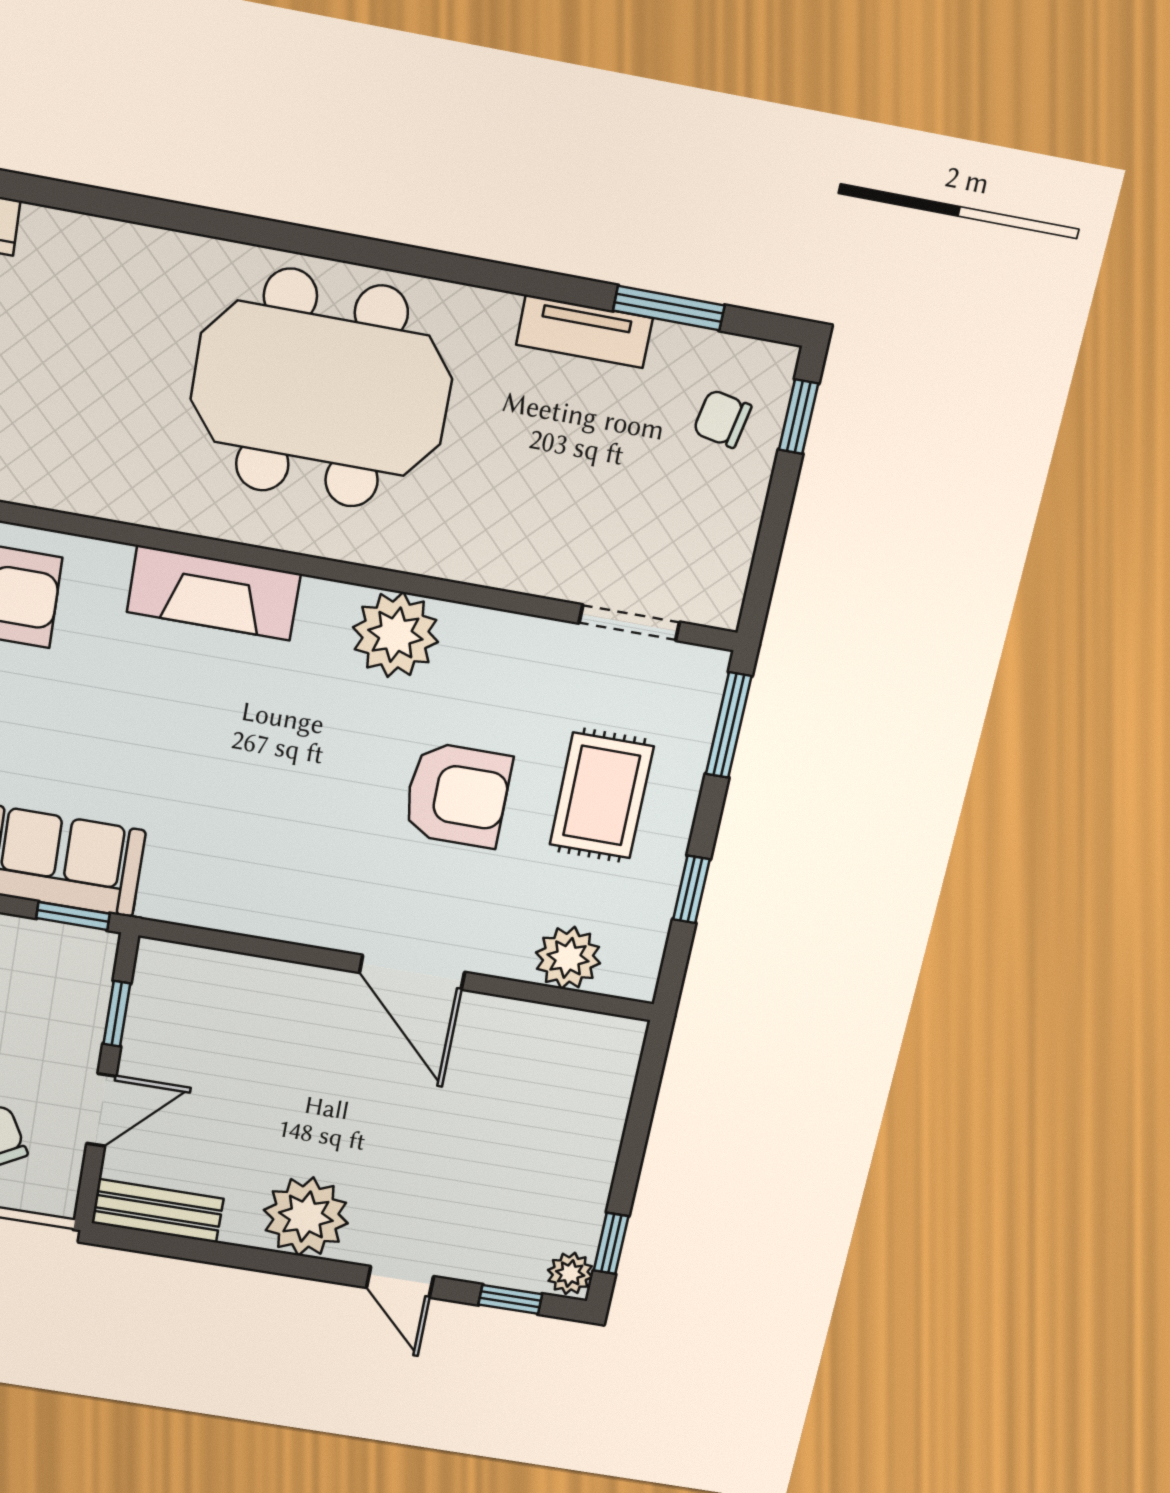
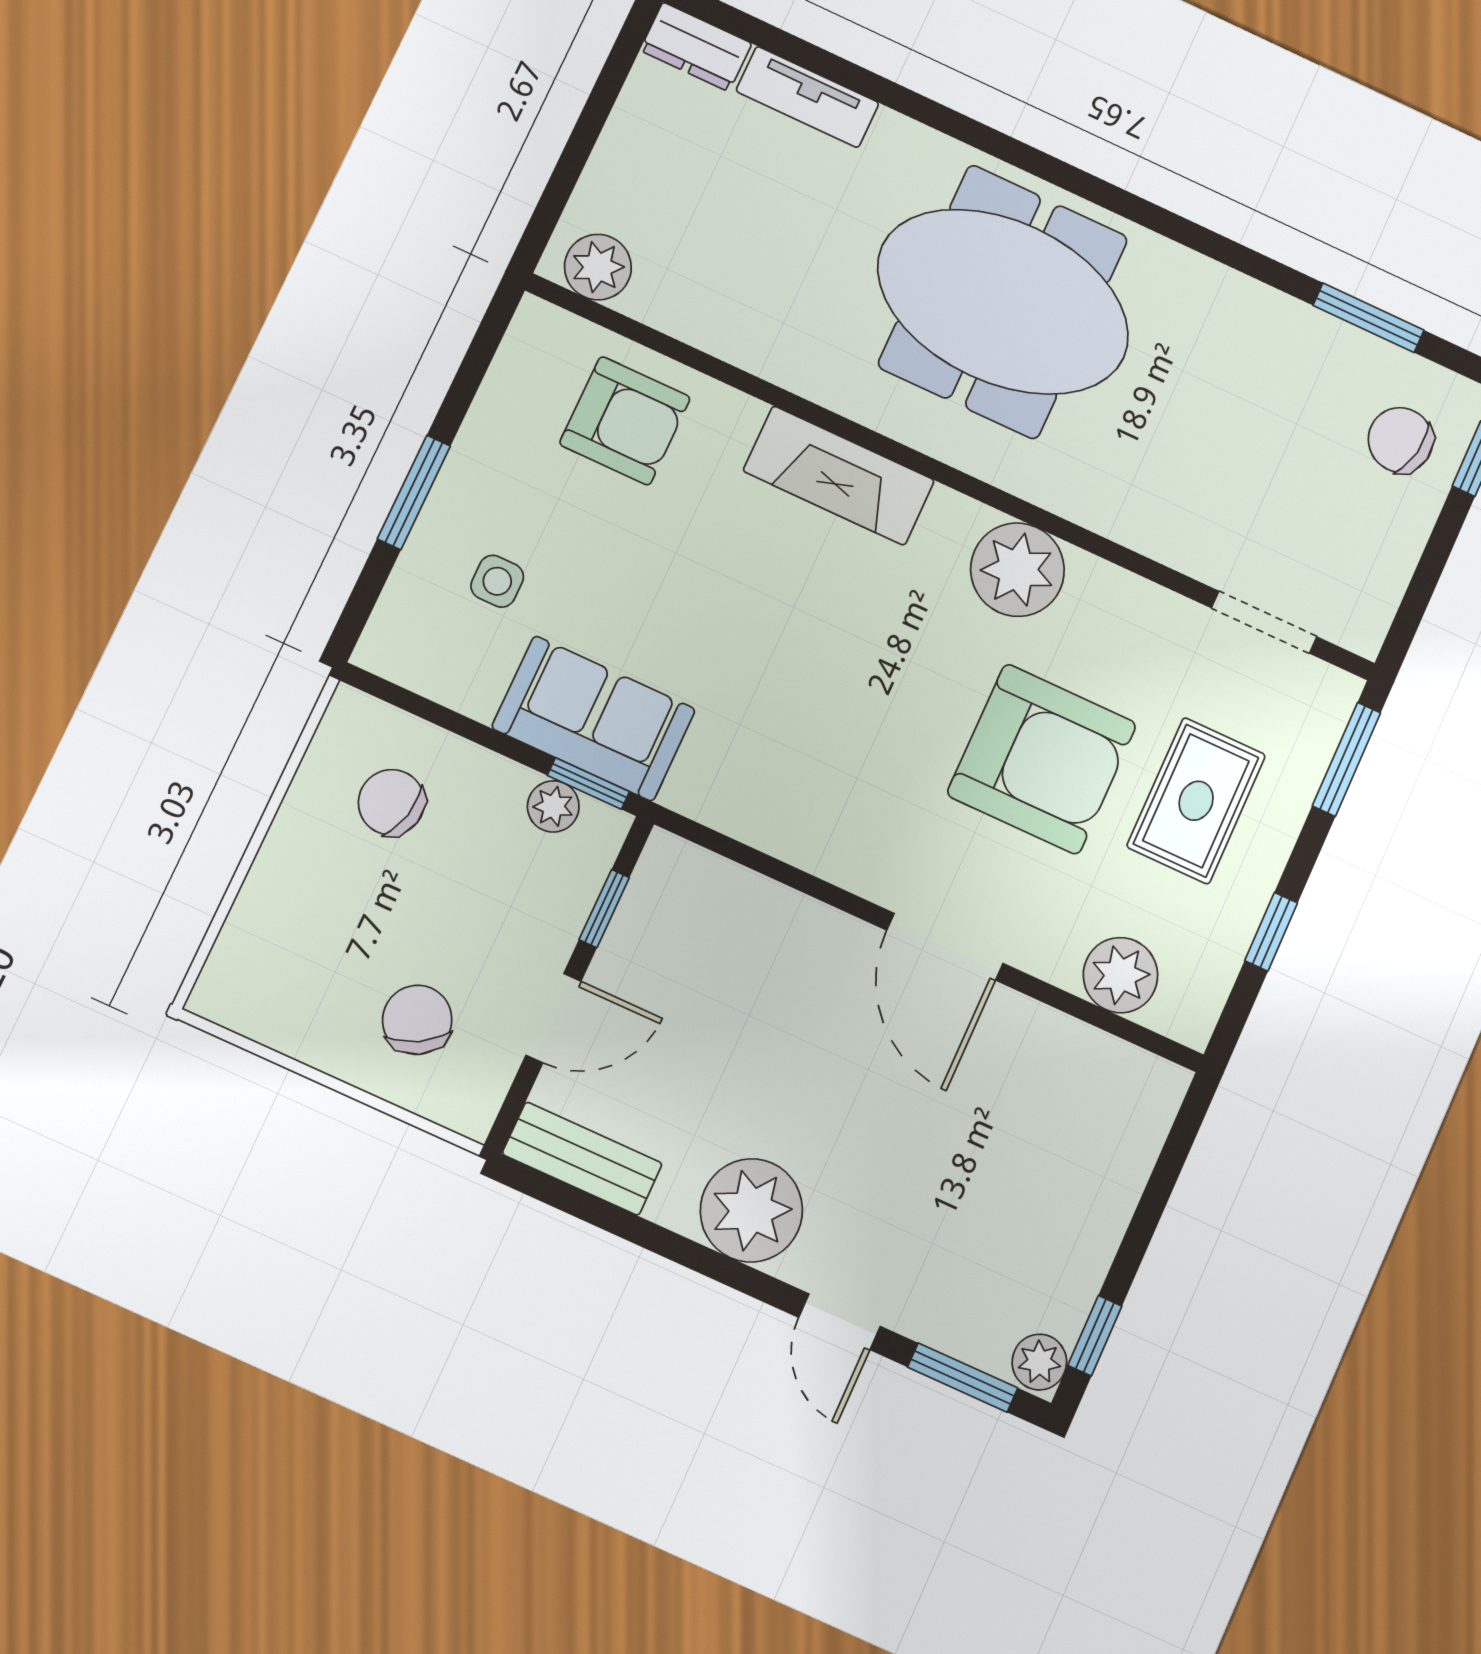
tv unit: (584, 331) -> (807, 97), moved
chair: (722, 419) -> (1401, 440), width x1.37, depth x1.37
armchair: (457, 795) -> (1042, 759), width x1.36, depth x1.36
plant: (49, 942) -> (553, 806), added
window: (510, 1299) -> (963, 1378), width x1.50

